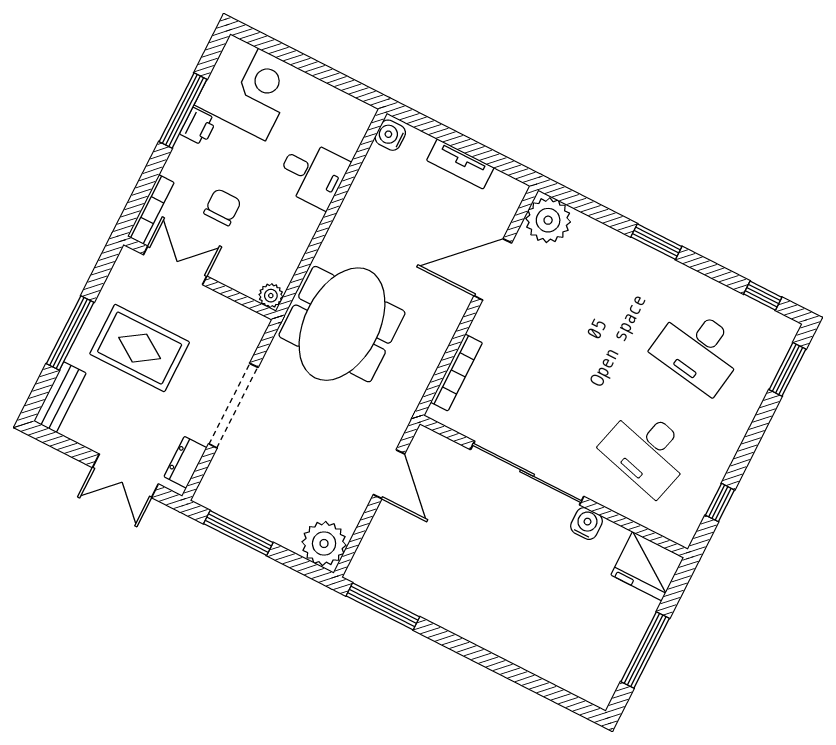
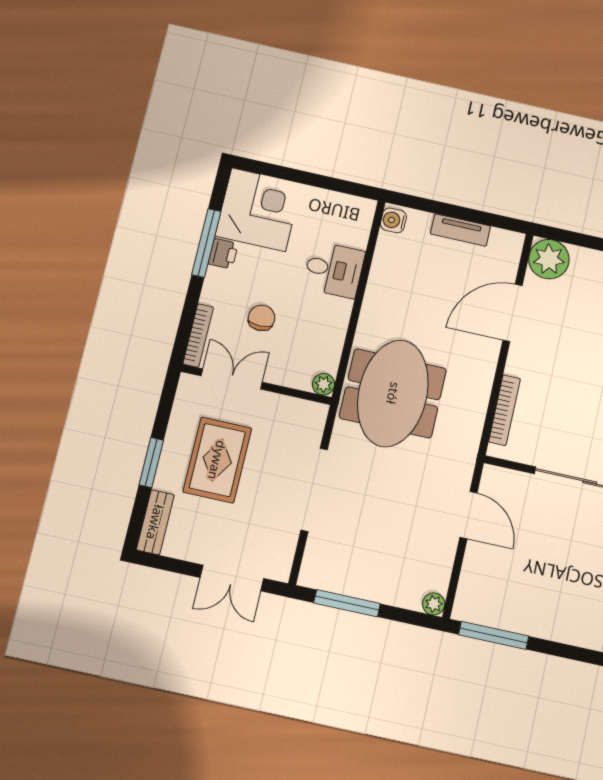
window: (70, 333) -> (151, 462), width x0.69
rug: (140, 348) -> (217, 460), turned 90
dresser: (185, 462) -> (283, 552), removed
plant: (324, 543) -> (434, 604), width x0.53, depth x0.53

